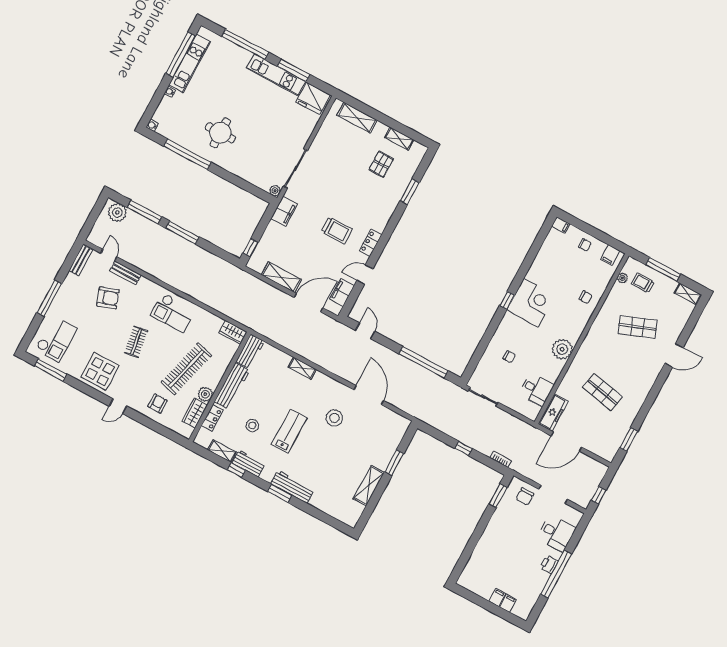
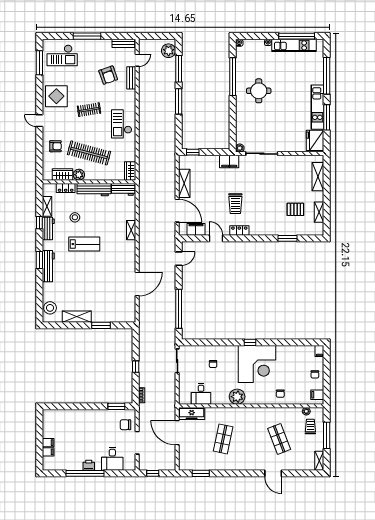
corner desk: (531, 303) -> (257, 364), width x1.36, depth x1.36
stool: (334, 418) -> (50, 308), moved

